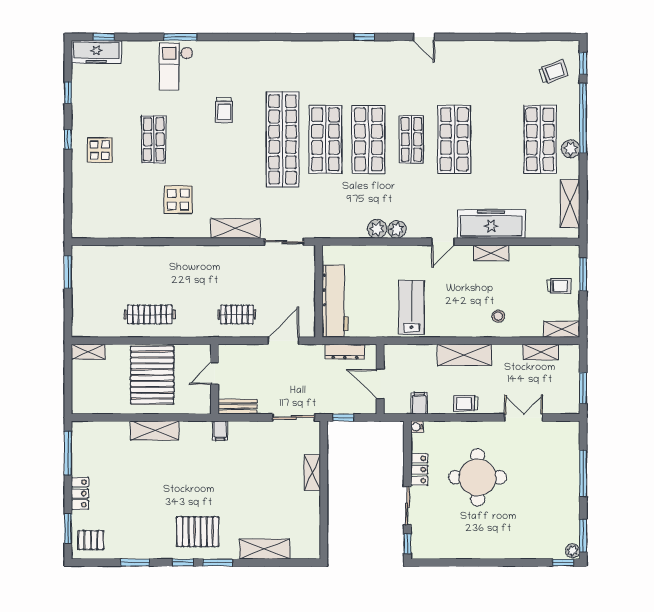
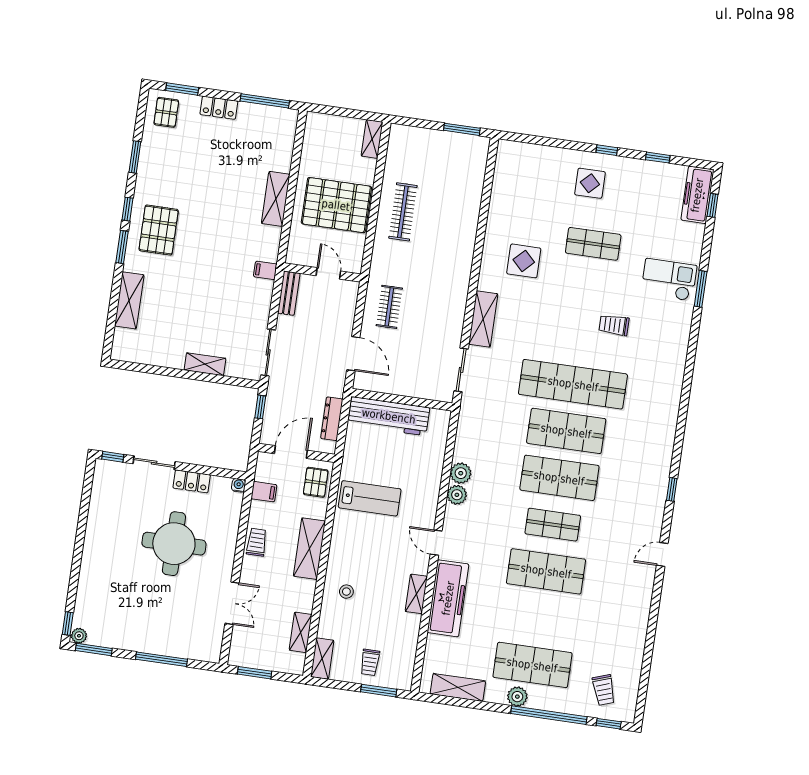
pallet: (404, 358) -> (316, 482), added

